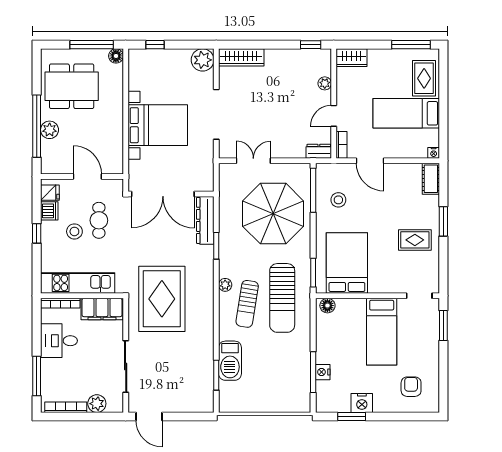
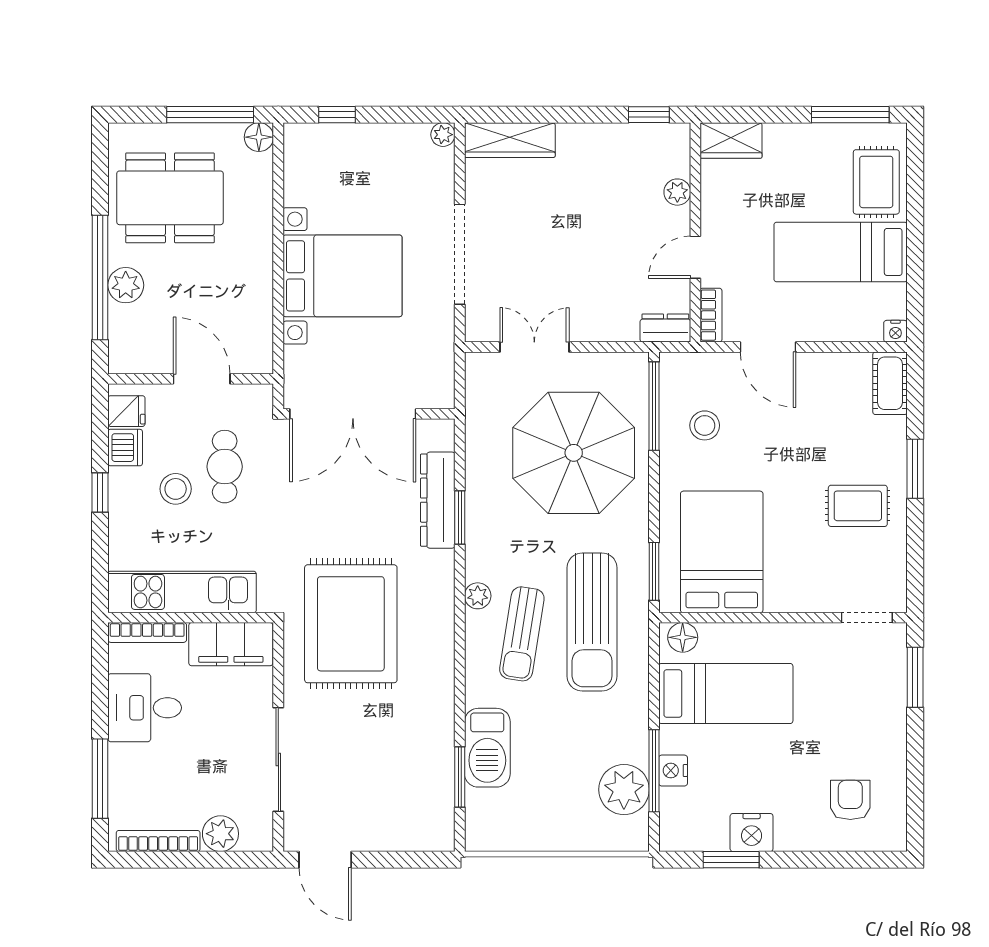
plant: (203, 60) -> (443, 135), width x0.53, depth x0.53
dresser: (205, 220) -> (438, 500), moved
bed: (382, 332) -> (726, 694), moved, turned -90
plant: (298, 382) -> (624, 790), added

